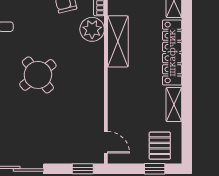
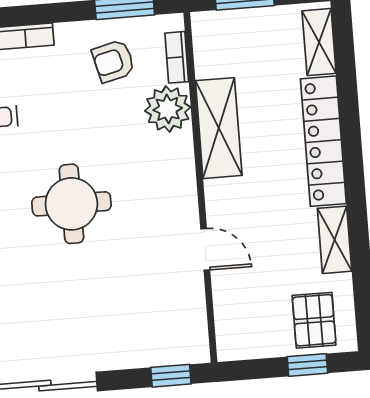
round table: (38, 75) -> (71, 204), turned 38
door: (106, 142) -> (205, 249), moved

